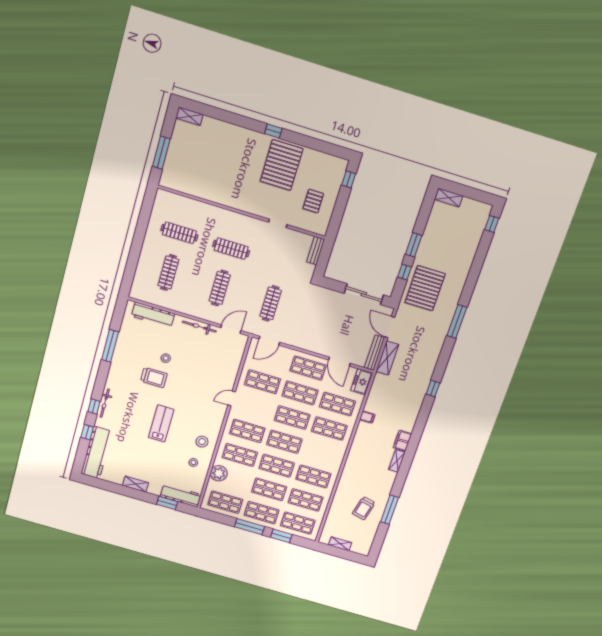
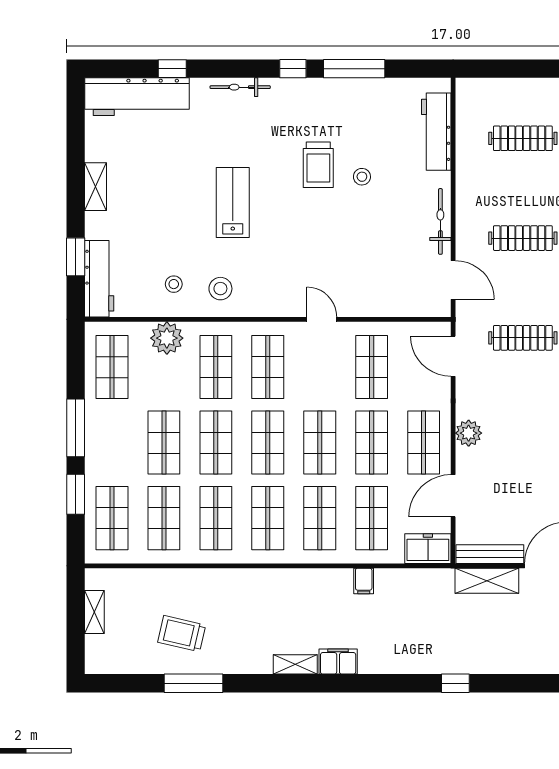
plant: (310, 345) -> (469, 433), added
window: (94, 407) -> (293, 69), moved
lab bench: (161, 423) -> (233, 203), turned -90
shop shelf: (262, 513) -> (268, 518), moved

